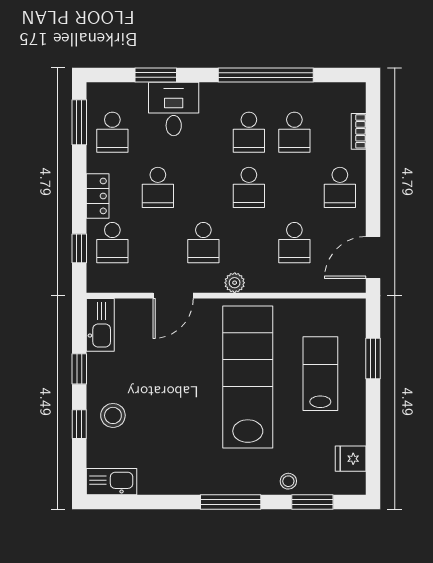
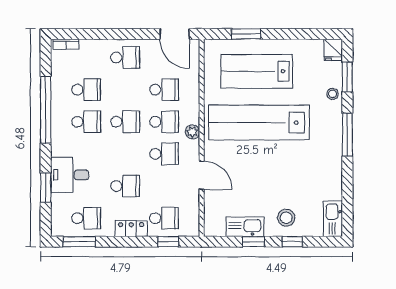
bookcase: (359, 131) -> (66, 44), moved
school desk: (249, 243) -> (164, 122), added
kitchen sink: (100, 325) -> (245, 227), moved
lab bench: (320, 374) -> (257, 71), width x1.36, depth x1.39
fridge: (351, 459) -> (333, 50), moved

